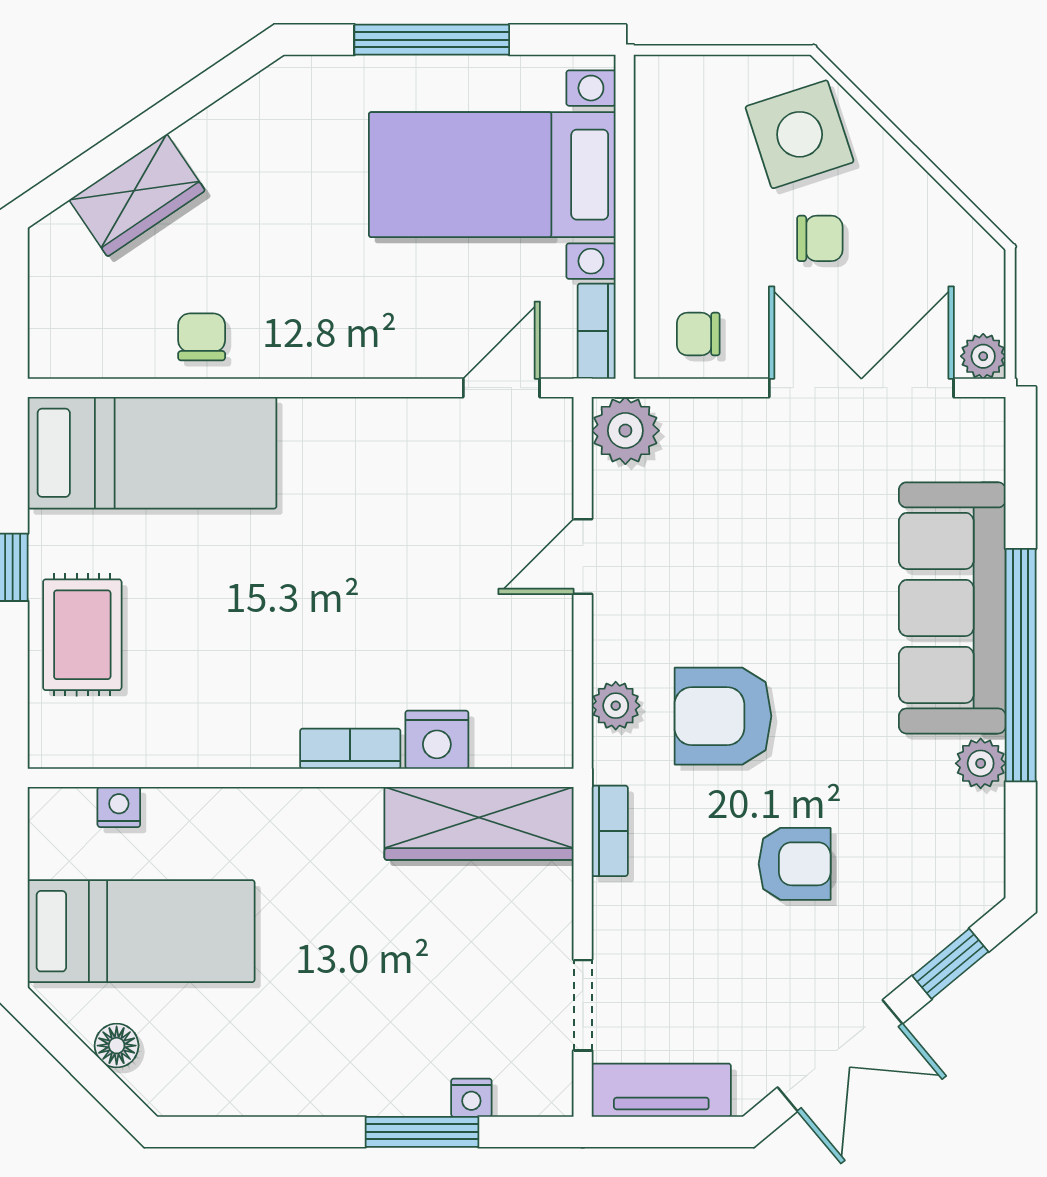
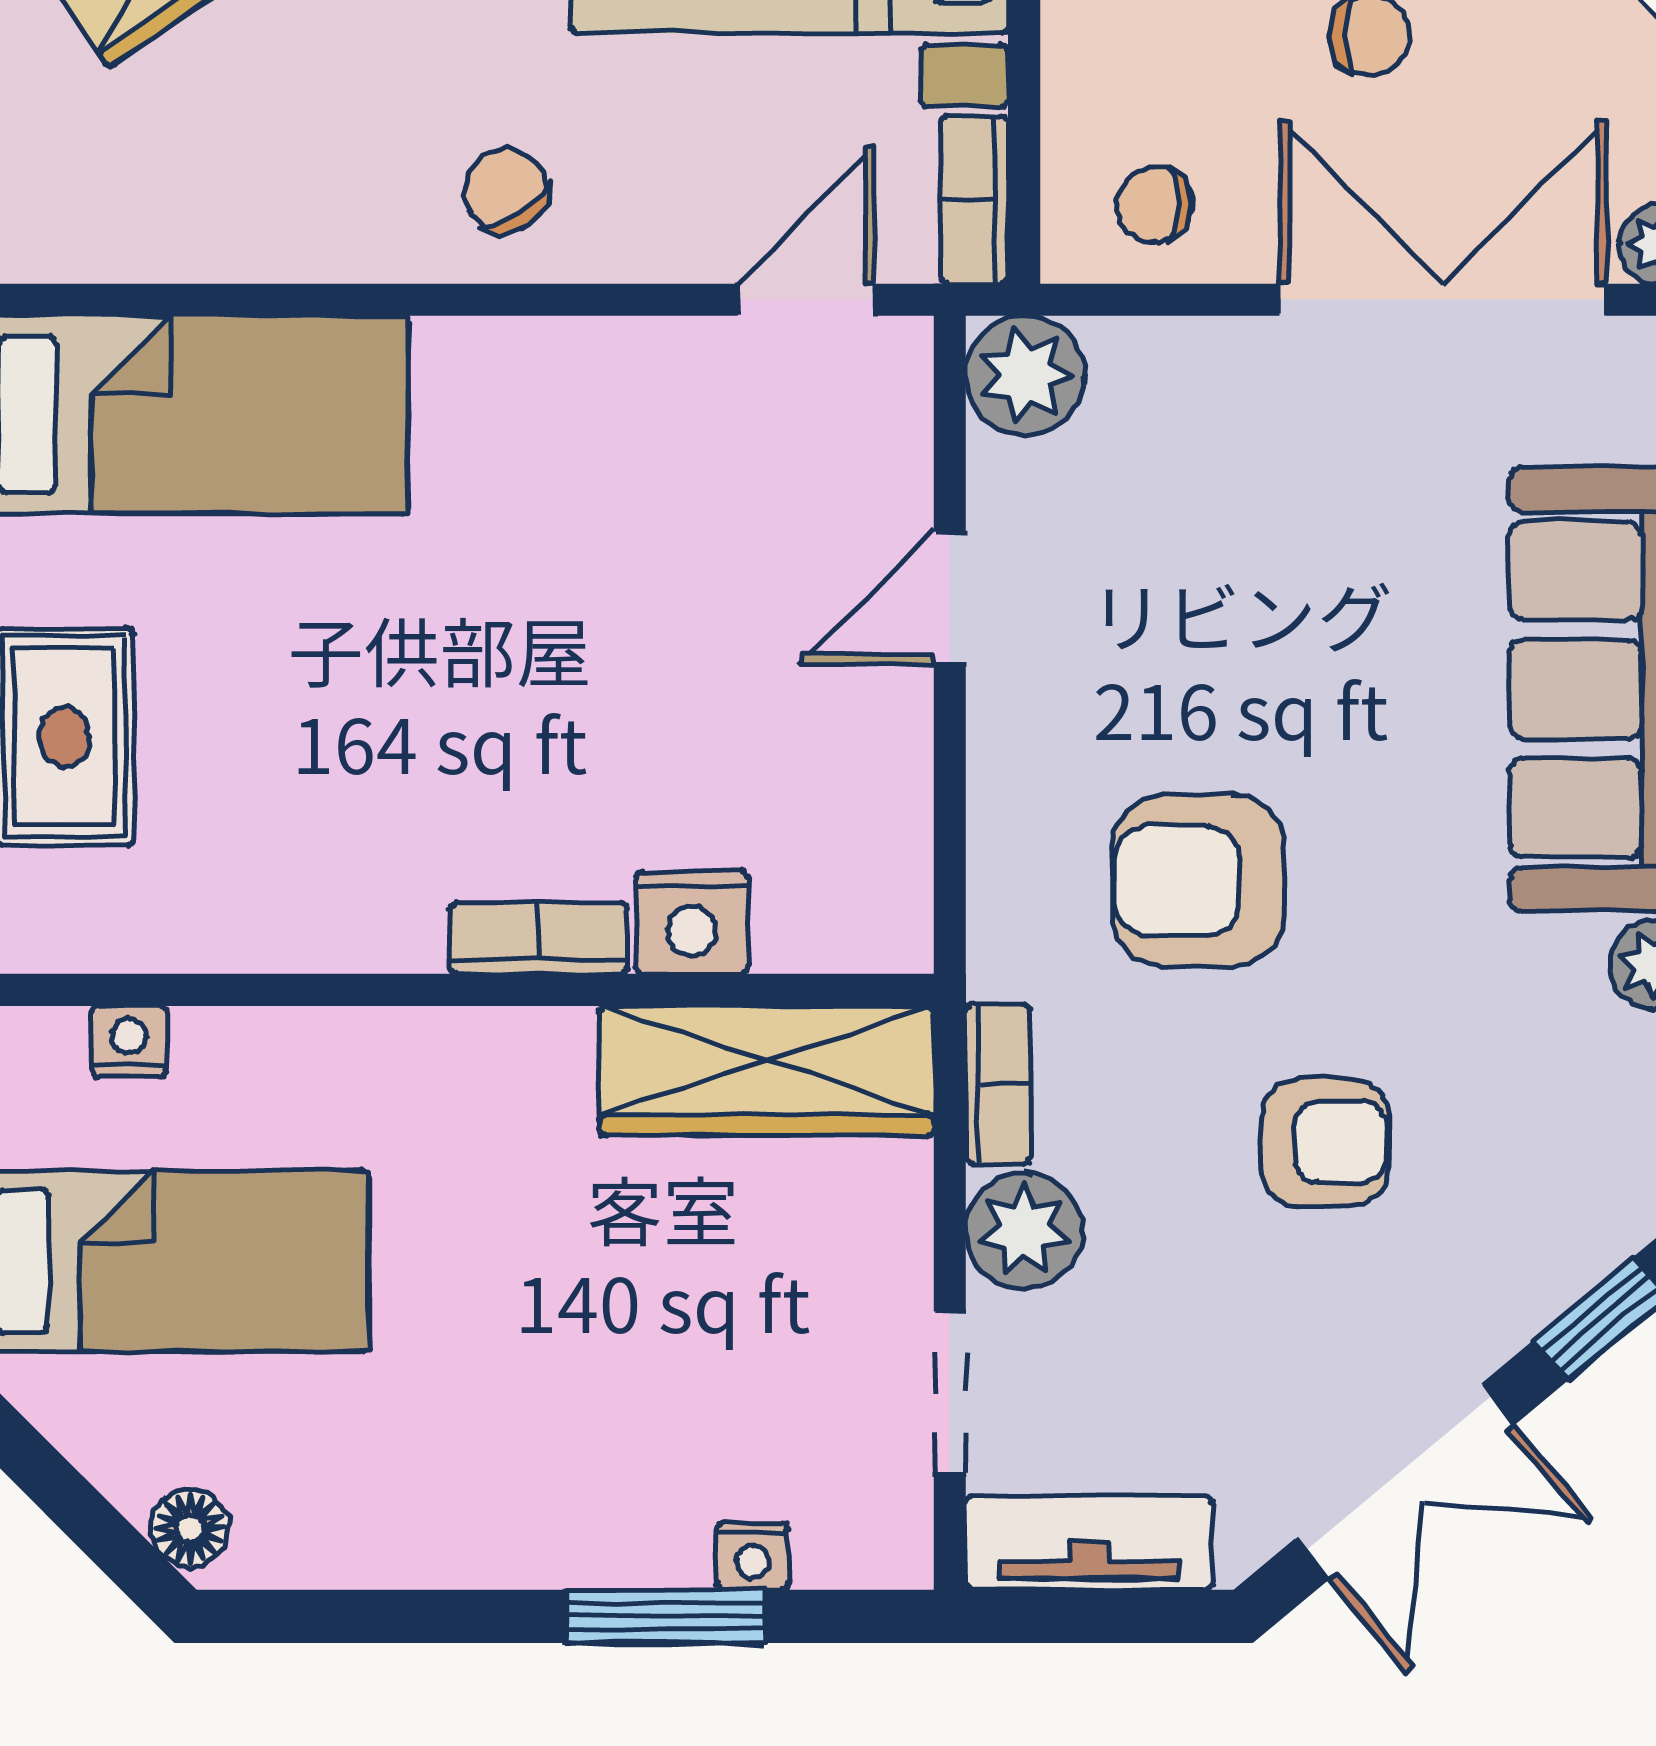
chair: (202, 337) -> (506, 190), moved, turned -34
plant: (616, 706) -> (1024, 1231), moved, width x1.38, depth x1.38
floor lamp: (117, 1046) -> (190, 1528), moved

